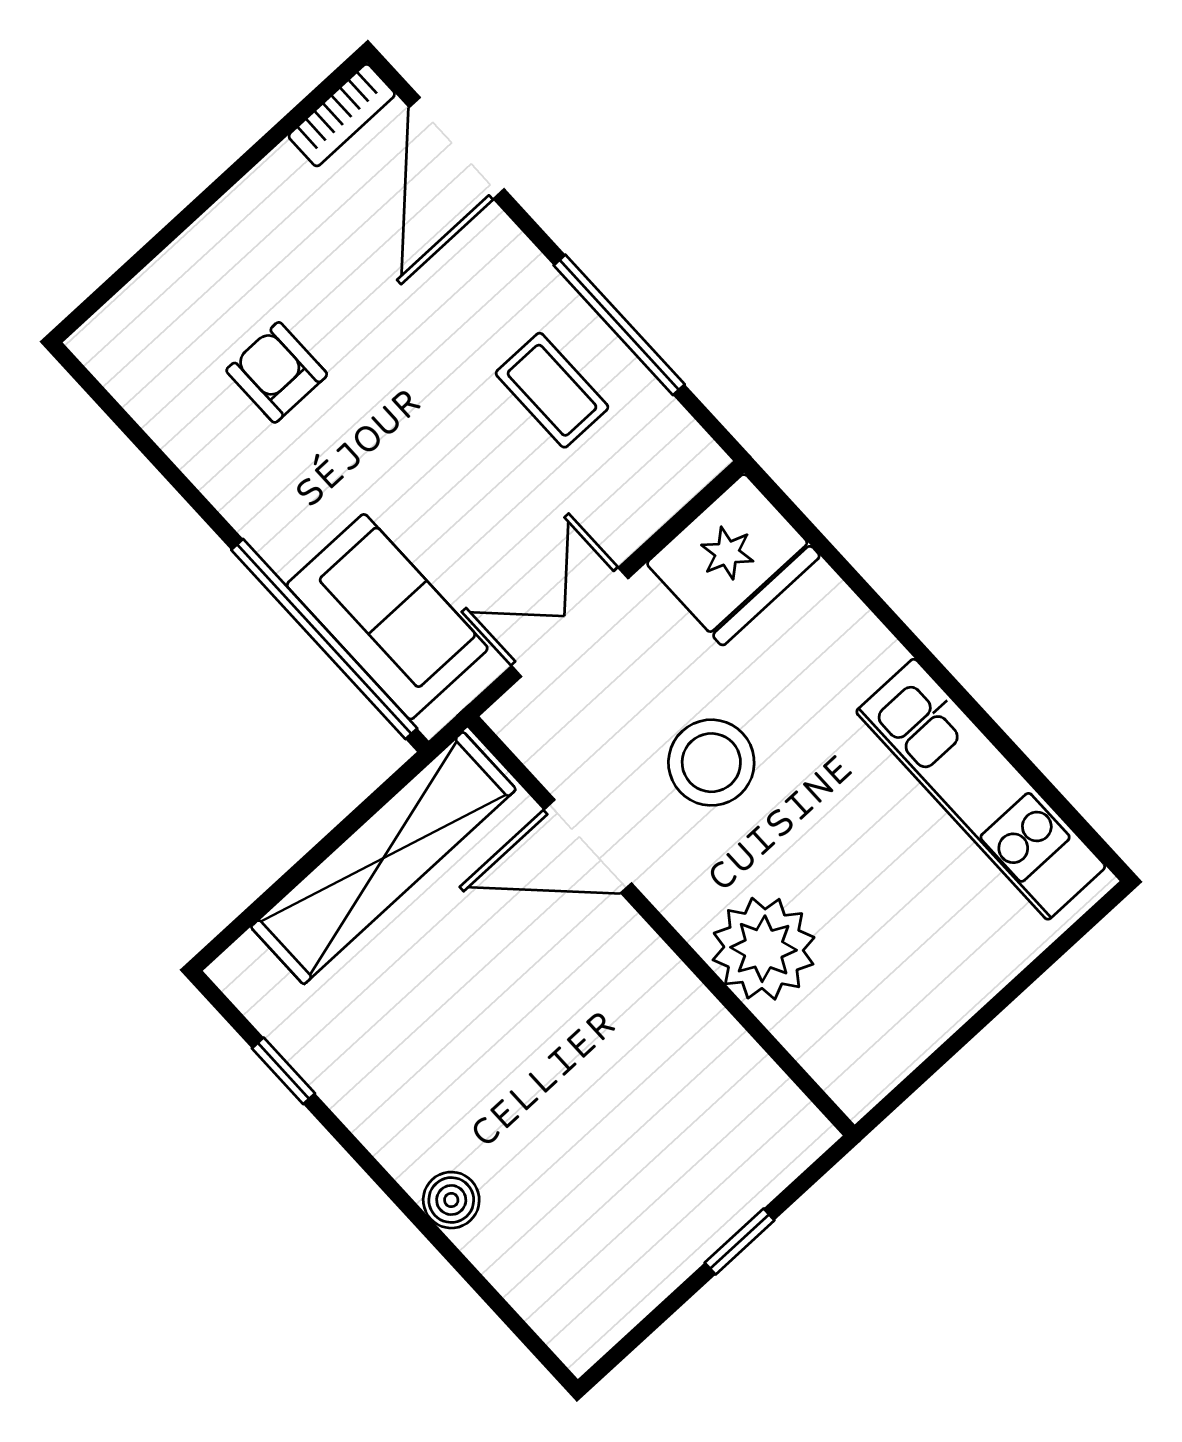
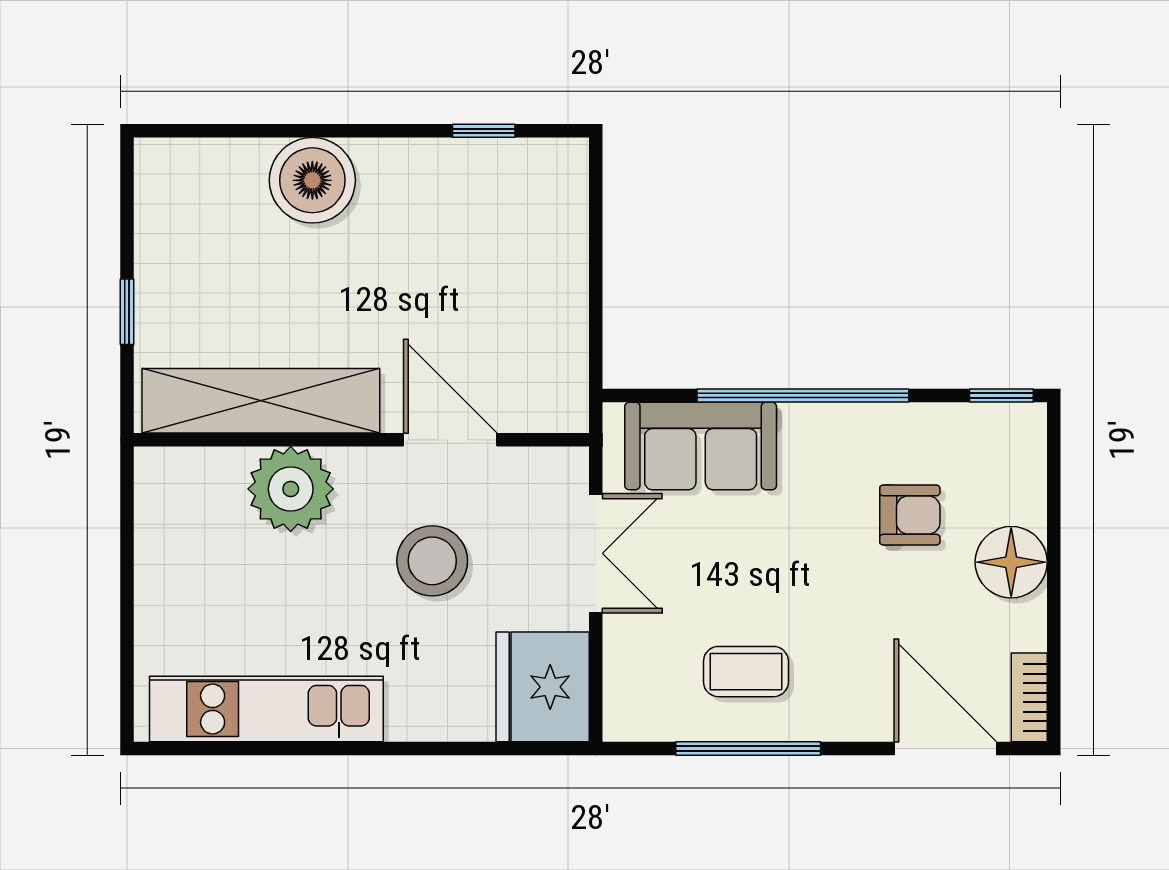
floor lamp: (235, 243) -> (1011, 562), added
window: (94, 389) -> (1001, 396), added
window: (324, 639) -> (803, 396), moved
door: (588, 846) -> (450, 440), hinge flipped
shelving: (383, 858) -> (261, 401), moved, turned 90
boiler: (451, 1200) -> (312, 180), width x1.86, depth x1.86

